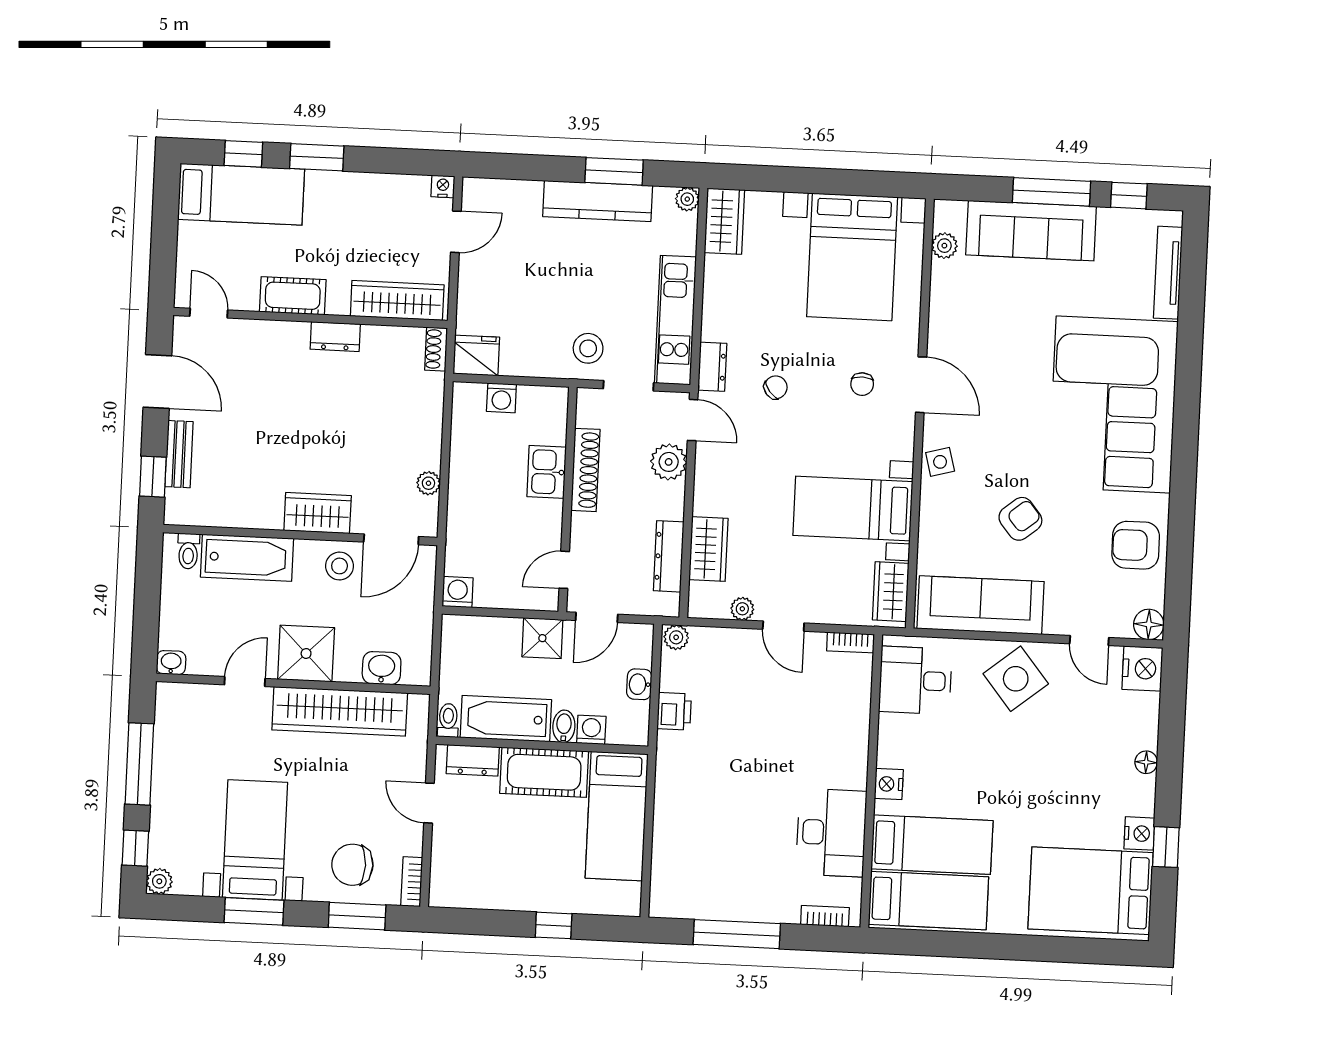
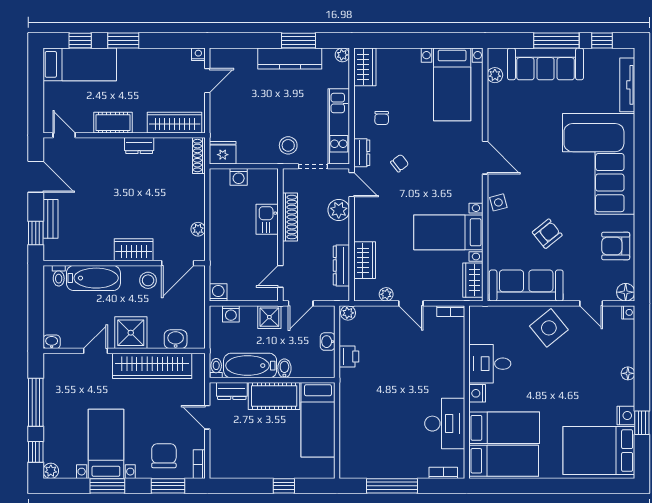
bed with nightstands: (852, 257) -> (452, 84), width x0.73
shoe rack: (436, 349) -> (199, 156), width x1.43
chair: (862, 384) -> (382, 118), moved
nightstand: (1142, 669) -> (628, 312), width x0.53, depth x0.56
desk: (915, 680) -> (490, 364), moved
washing machine: (591, 730) -> (231, 314), moved, turned 180
chair: (352, 865) -> (164, 456), turned 90

